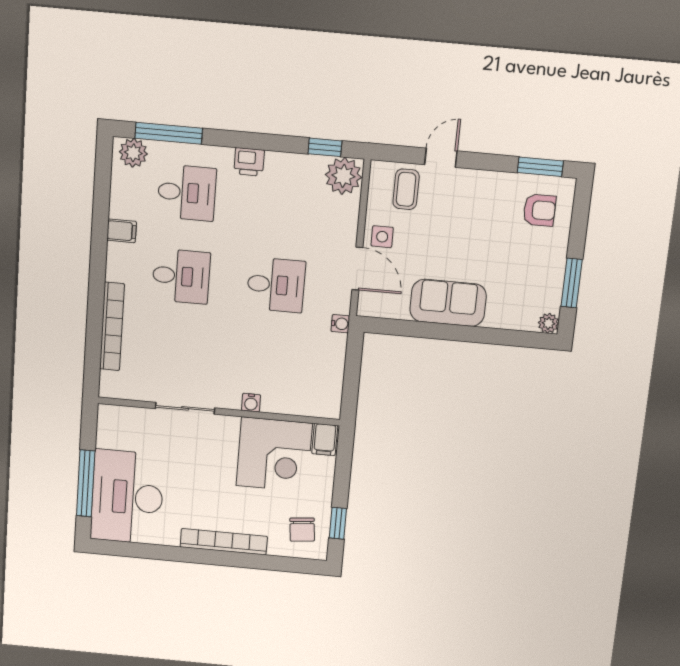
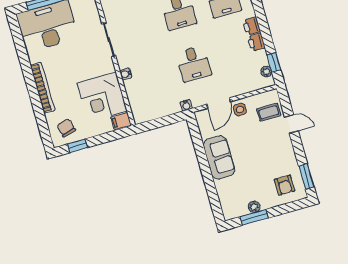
printer: (280, 164) -> (256, 42), added
plant: (343, 176) -> (266, 71), width x0.53, depth x0.53
plant: (548, 323) -> (254, 207), moved
chair: (302, 530) -> (66, 128), turned 82

